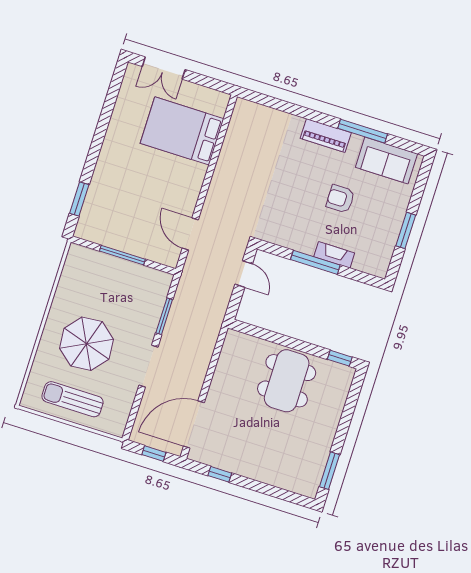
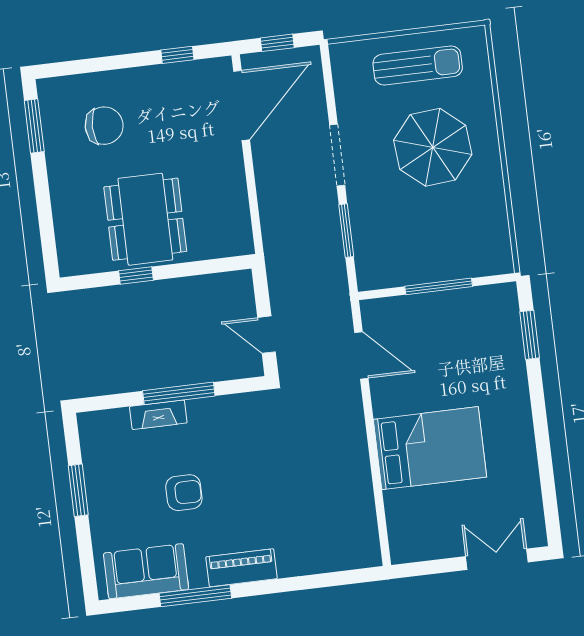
bed: (182, 131) -> (430, 448), moved
window: (340, 358) -> (136, 275), moved
chair: (286, 451) -> (104, 126), added

